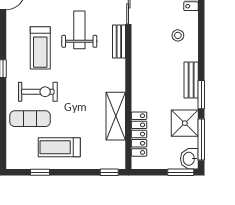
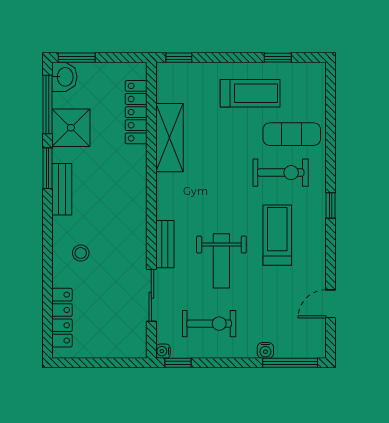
exercise bike: (38, 92) -> (281, 173), turned 180

